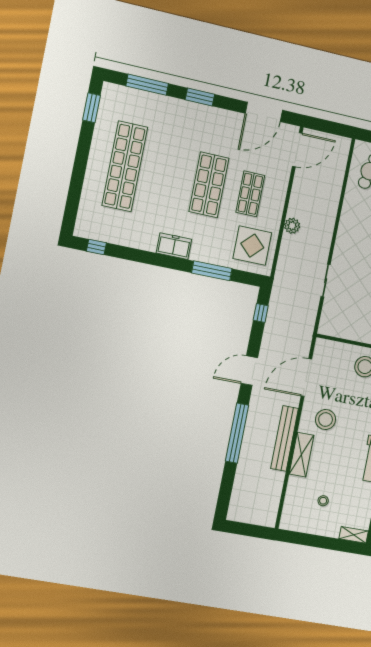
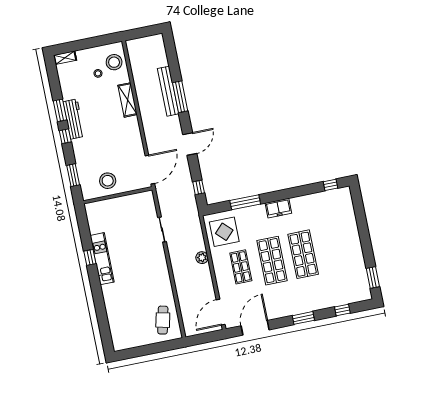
window: (147, 85) -> (342, 310), width x0.46
shop shelf: (125, 166) -> (303, 254), moved, width x0.71
door: (306, 377) -> (150, 170), moved
stool: (326, 420) -> (114, 62), moved
window: (237, 433) -> (180, 97), width x0.68
bench: (285, 438) -> (168, 91), moved

